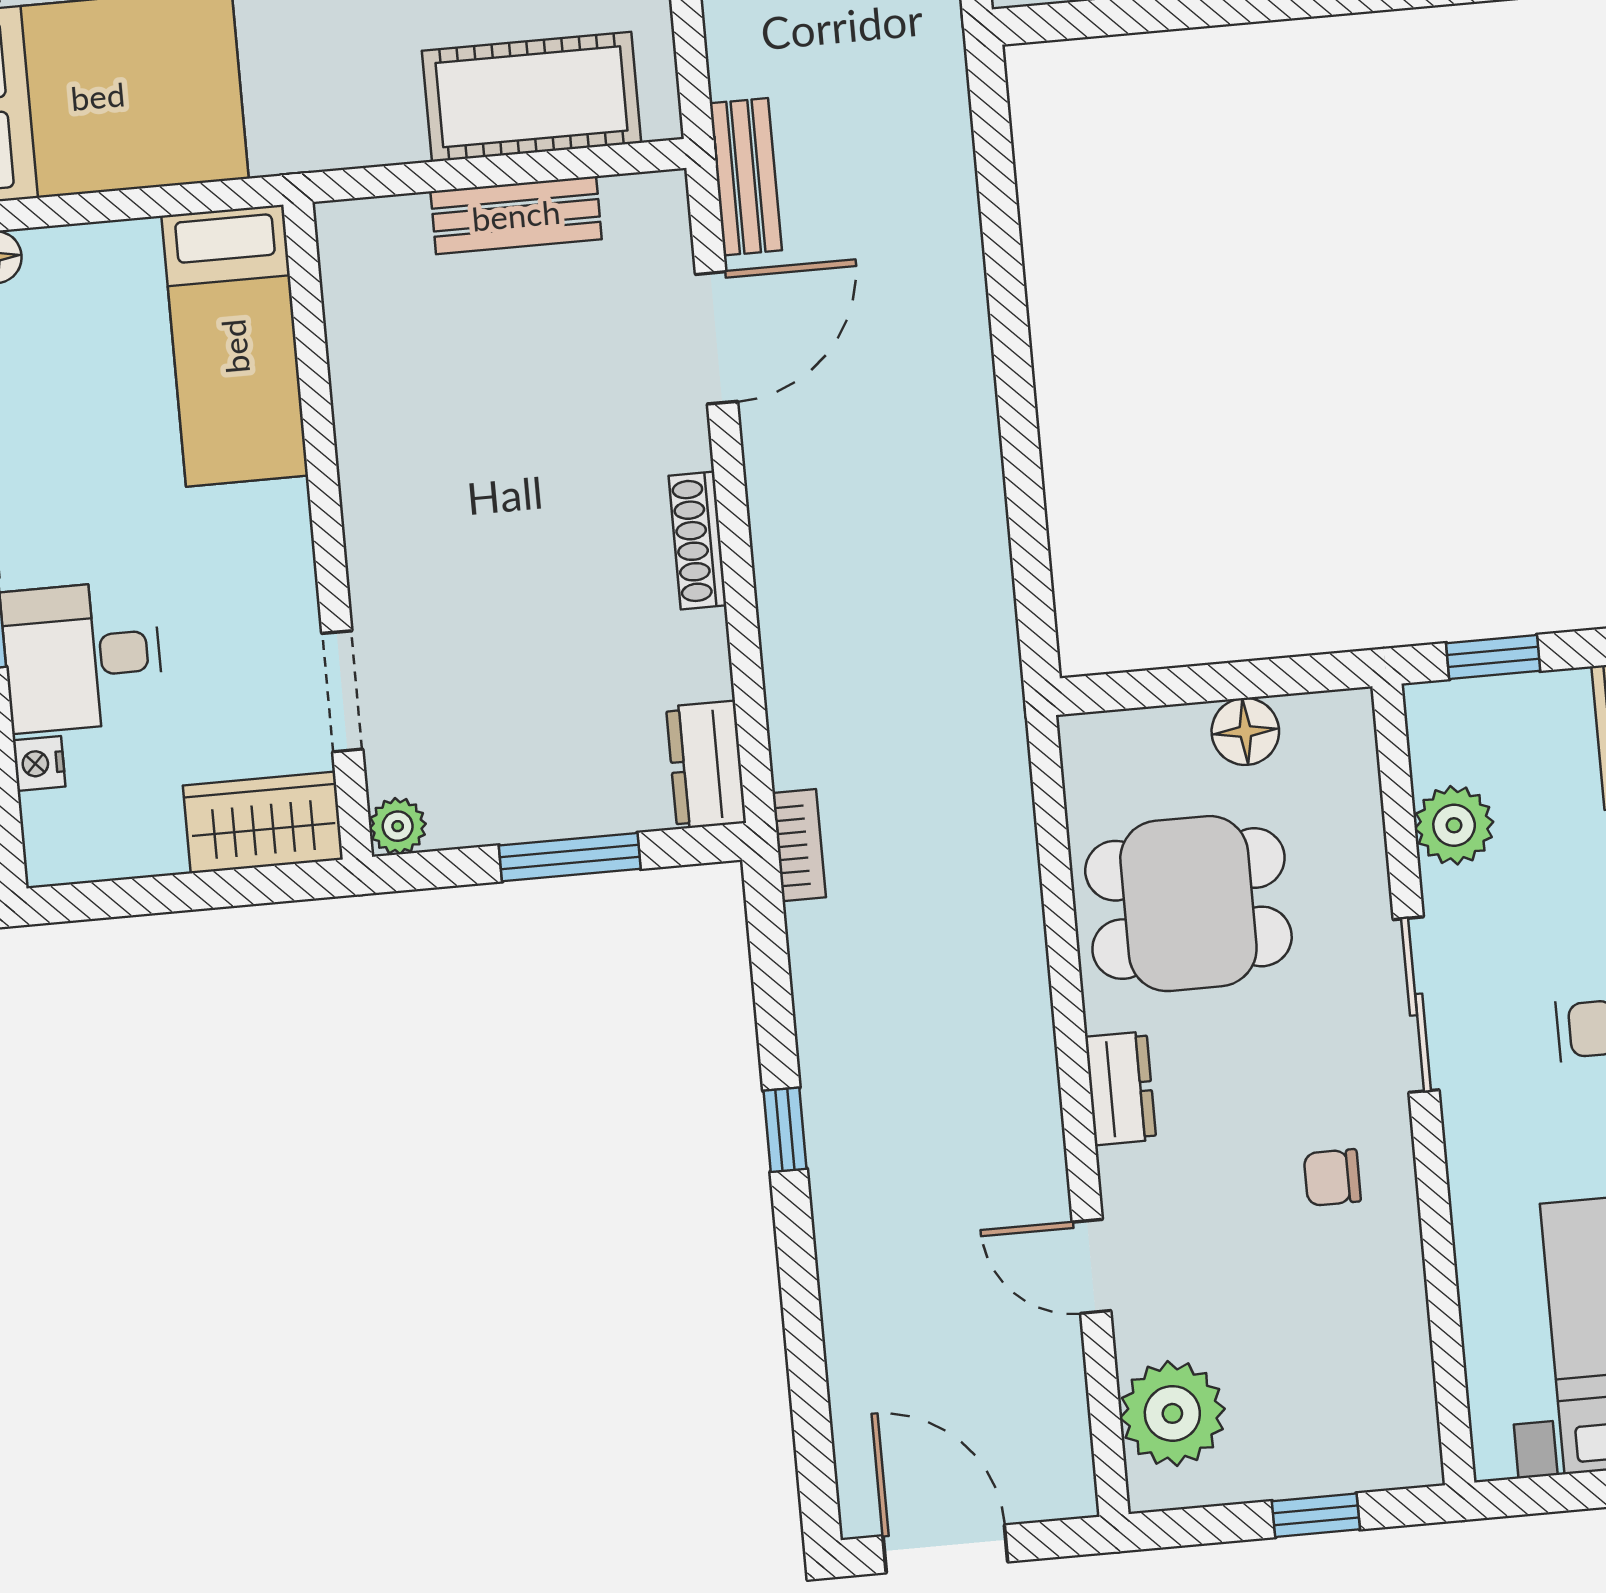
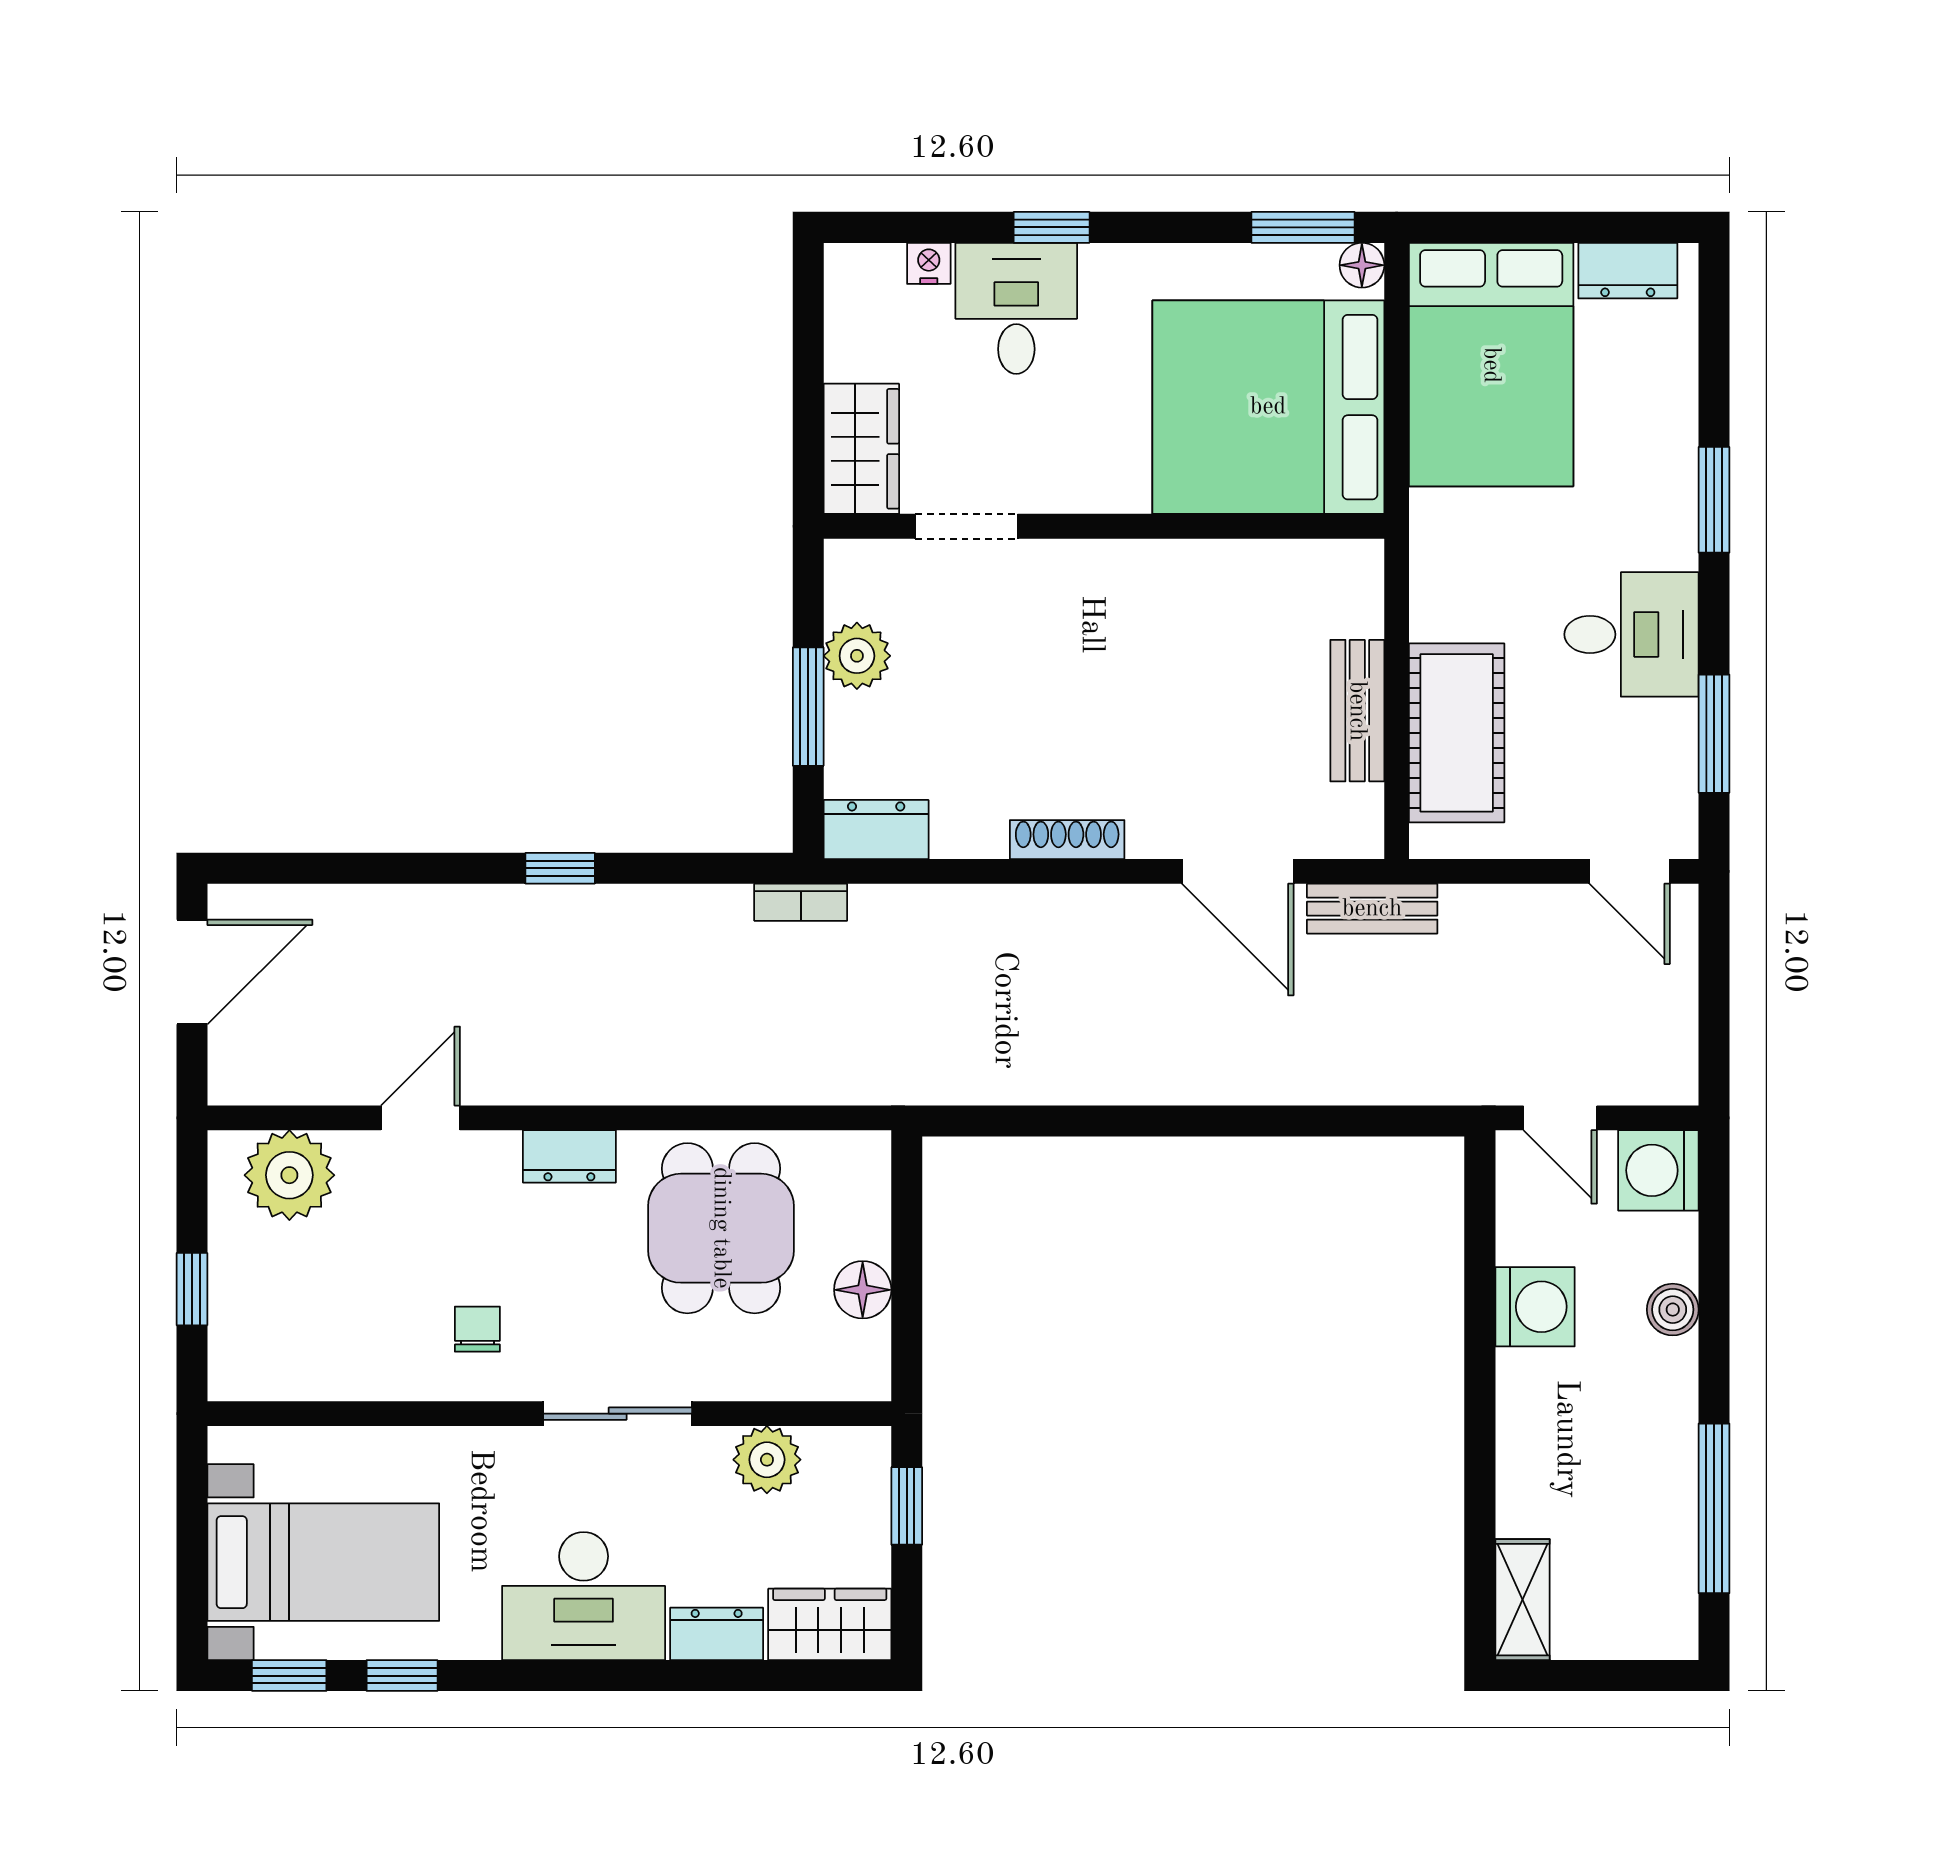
bed: (235, 346) -> (1268, 407), width x2.04
plant: (398, 826) -> (857, 656), moved, width x1.38, depth x1.38

